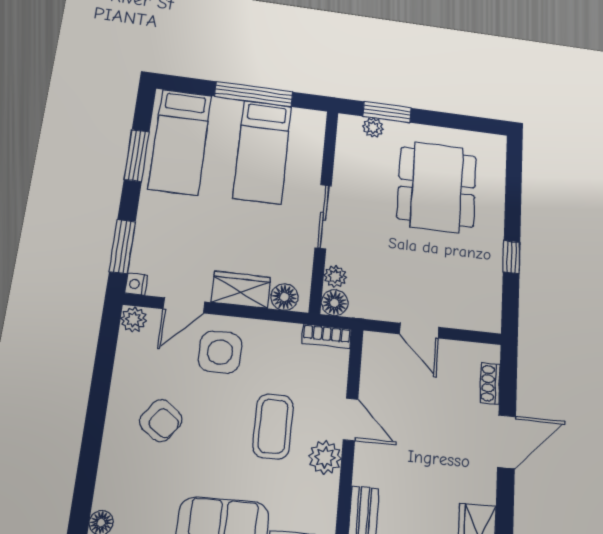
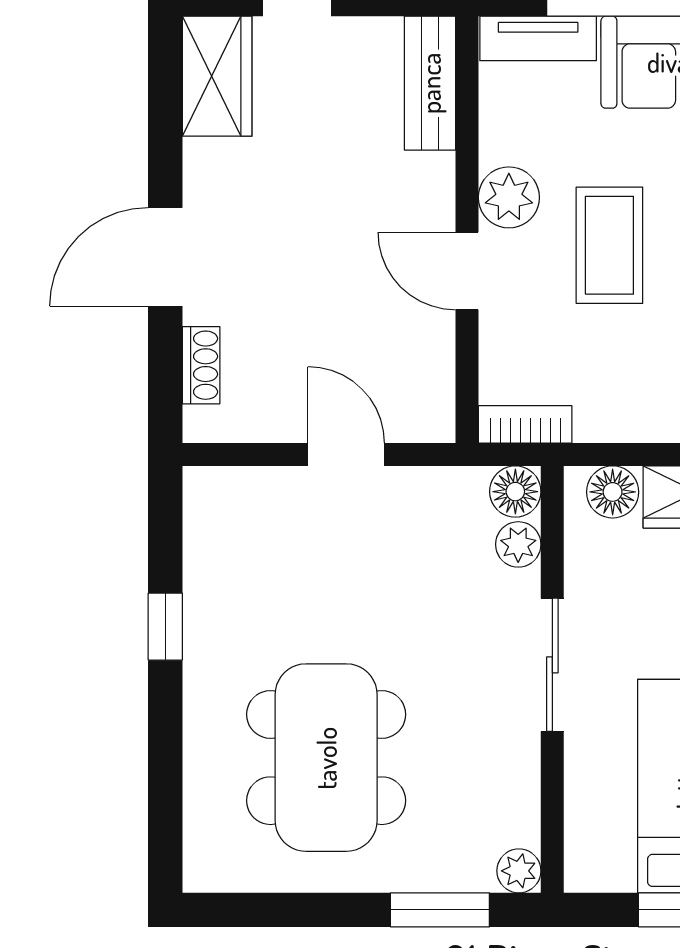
plant: (373, 128) -> (519, 871), moved

